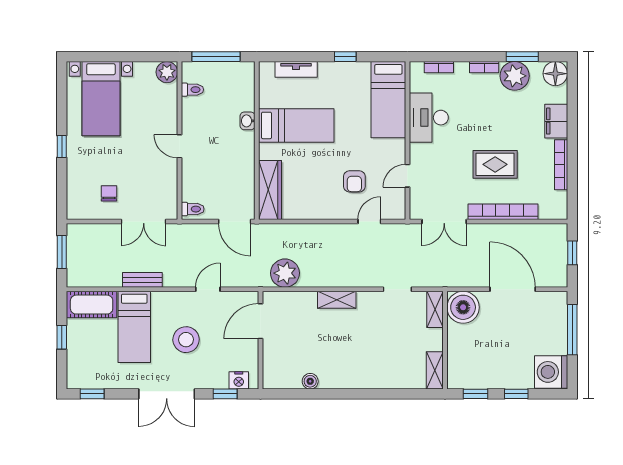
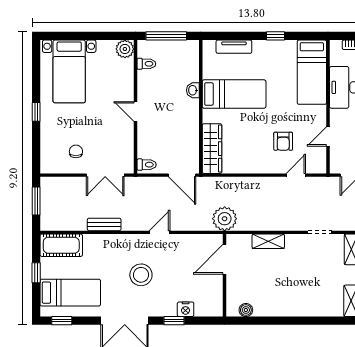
door: (260, 321) -> (225, 259), moved
bed: (134, 327) -> (70, 293), moved, turned -90
wall: (260, 340) -> (225, 275), moved

